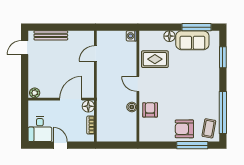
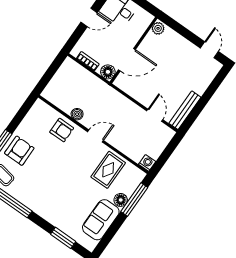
window: (197, 27) -> (134, 199), moved
bench: (51, 35) -> (185, 110), moved
door: (71, 99) -> (127, 60), hinge flipped

